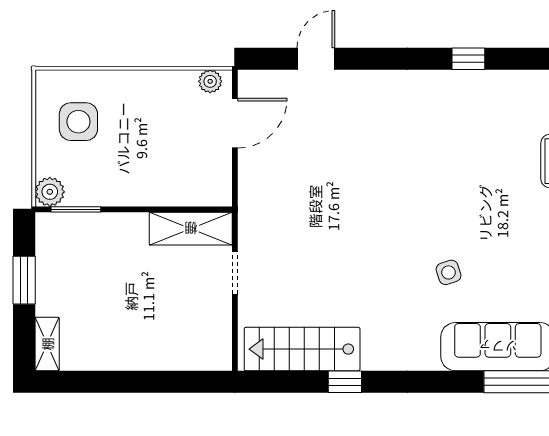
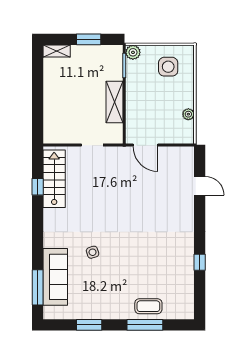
plant: (210, 81) -> (188, 114), moved
door: (235, 123) -> (145, 145), moved
shelving: (191, 229) -> (115, 102), moved
window: (345, 382) -> (38, 187), moved

